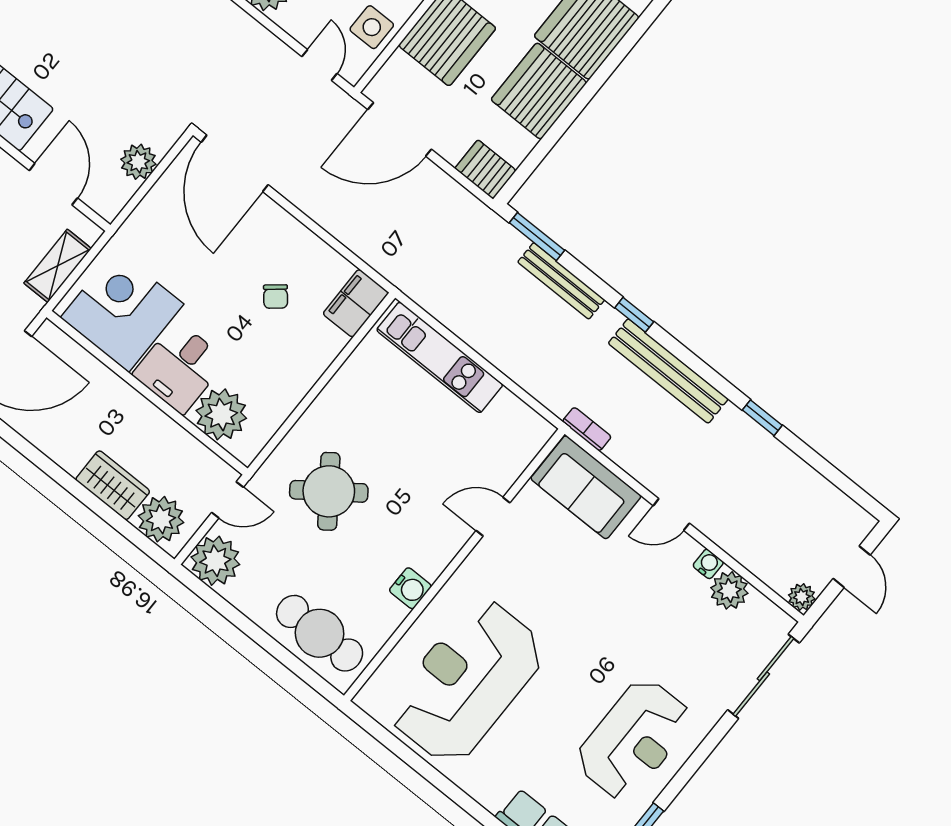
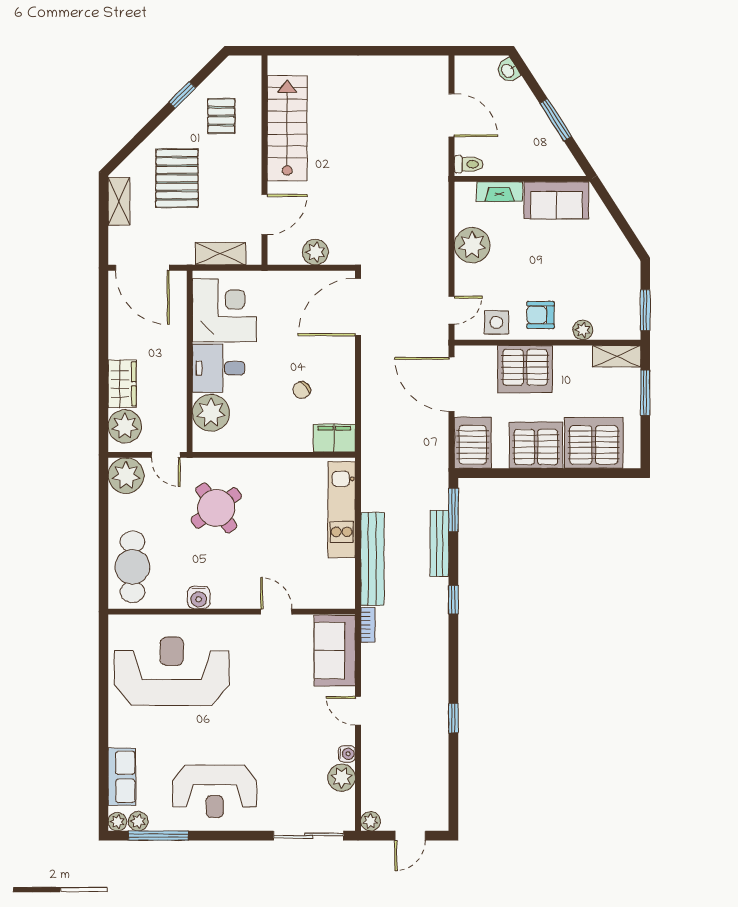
server rack: (485, 169) -> (473, 443), width x1.36, depth x1.44
bench: (668, 371) -> (372, 559), moved

